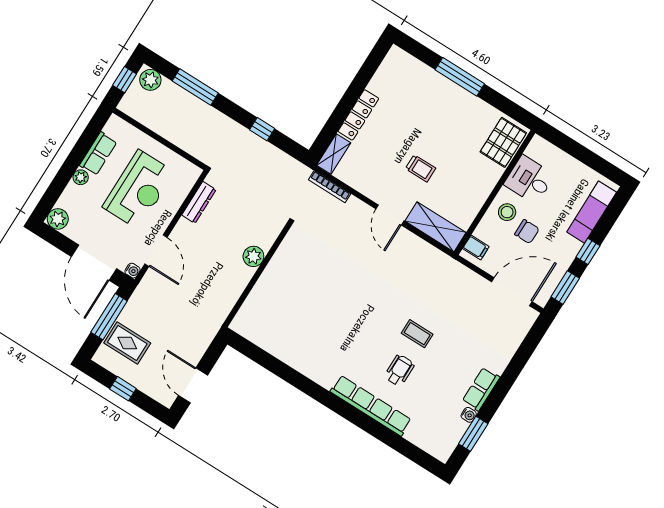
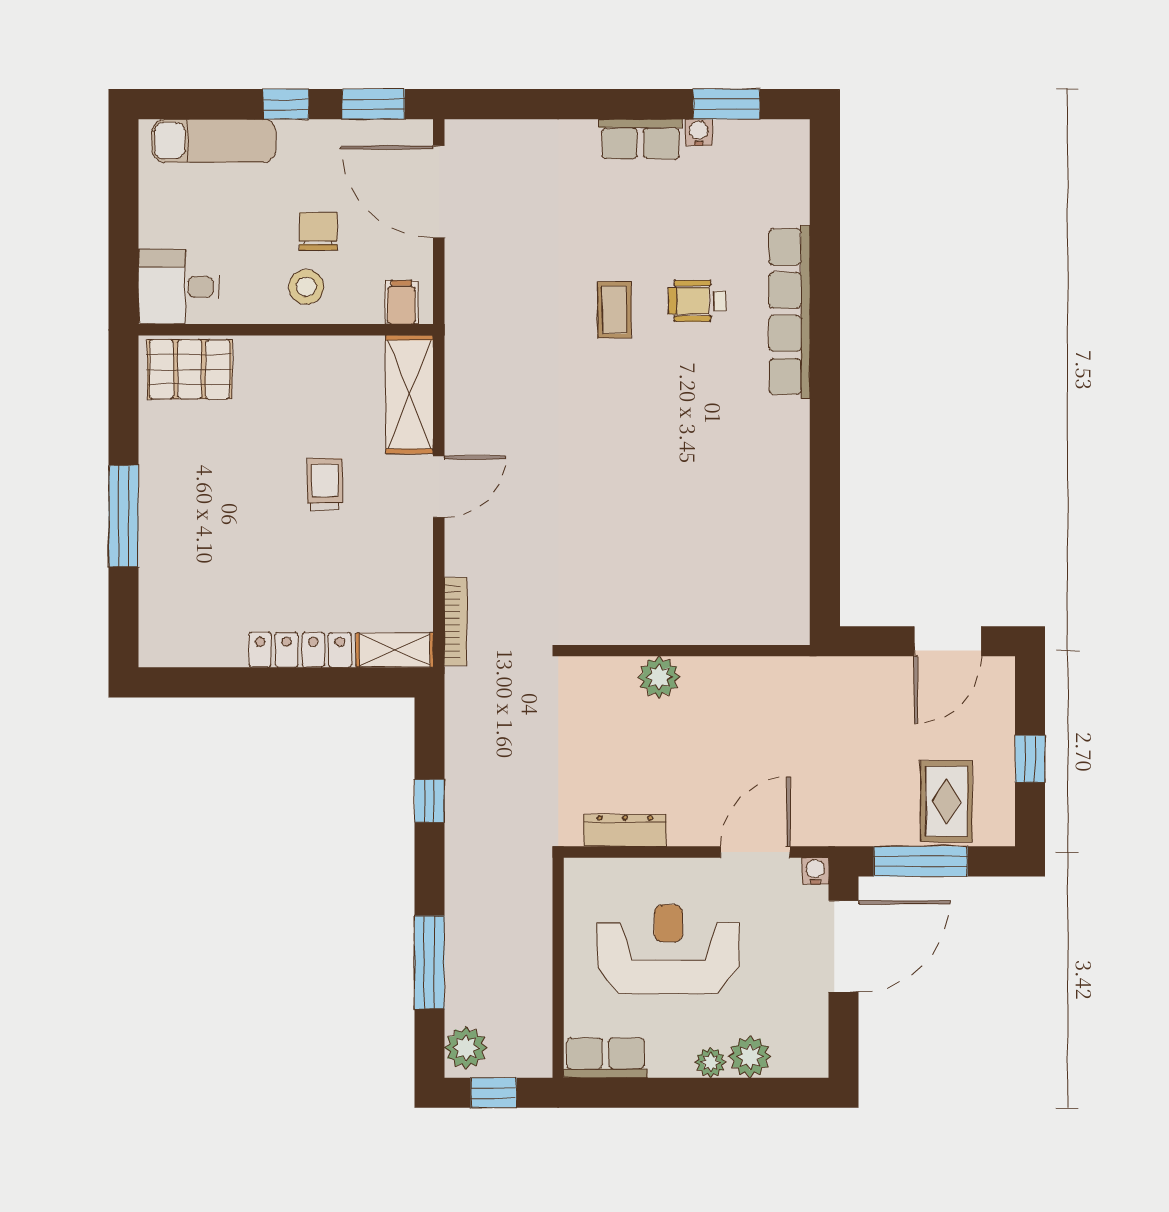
row of seats: (98, 154) -> (606, 1058), moved
desk: (529, 180) -> (179, 287), moved, turned 90
plant: (58, 219) -> (750, 1057), moved

